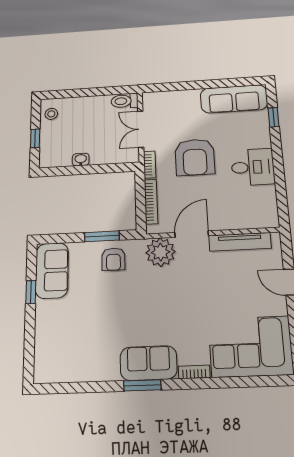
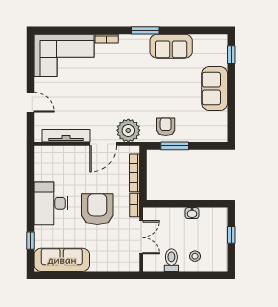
toilet: (125, 101) -> (171, 260), moved, turned -90
stool: (51, 114) -> (195, 256), moved
desk: (253, 167) -> (51, 203), width x1.37
sofa: (52, 270) -> (215, 89), moved
window: (31, 292) -> (231, 55), moved
sofa: (148, 363) -> (171, 46), moved

